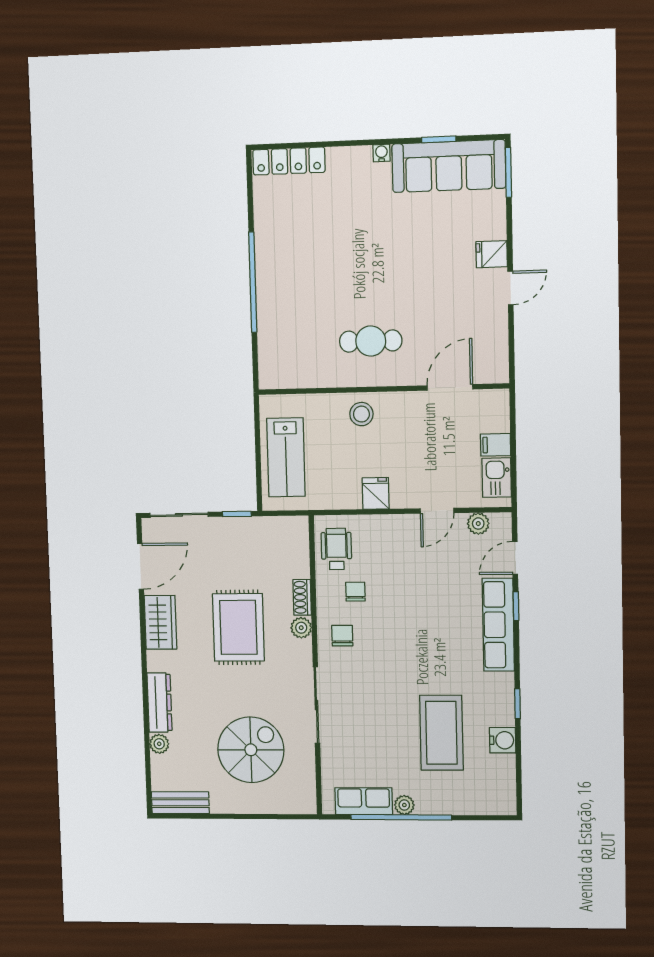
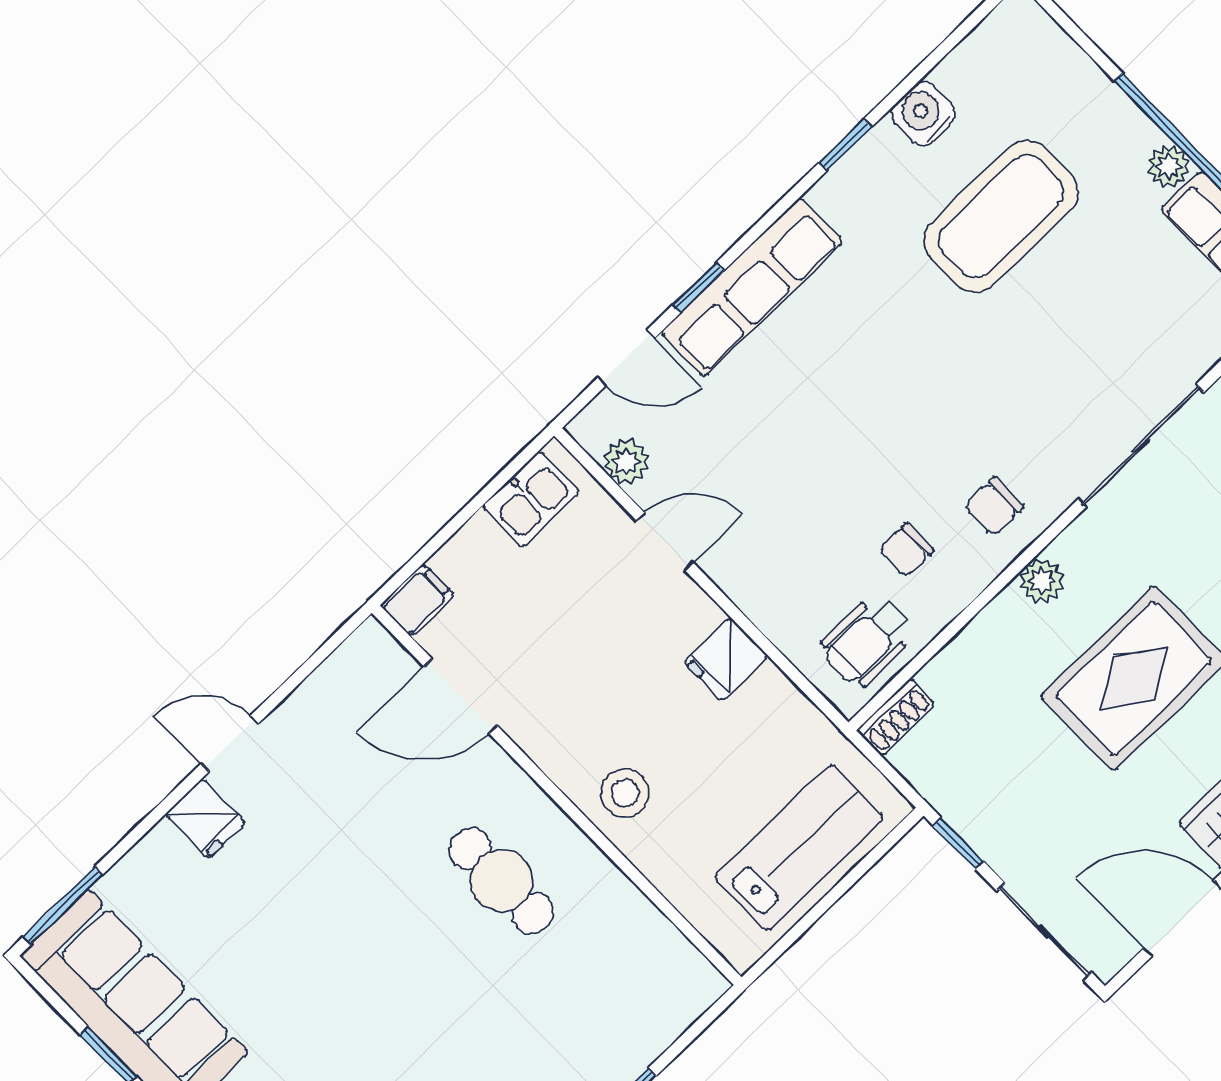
filing cabinet: (496, 445) -> (417, 600), moved, turned -90
shoe rack: (302, 597) -> (896, 717), moved

